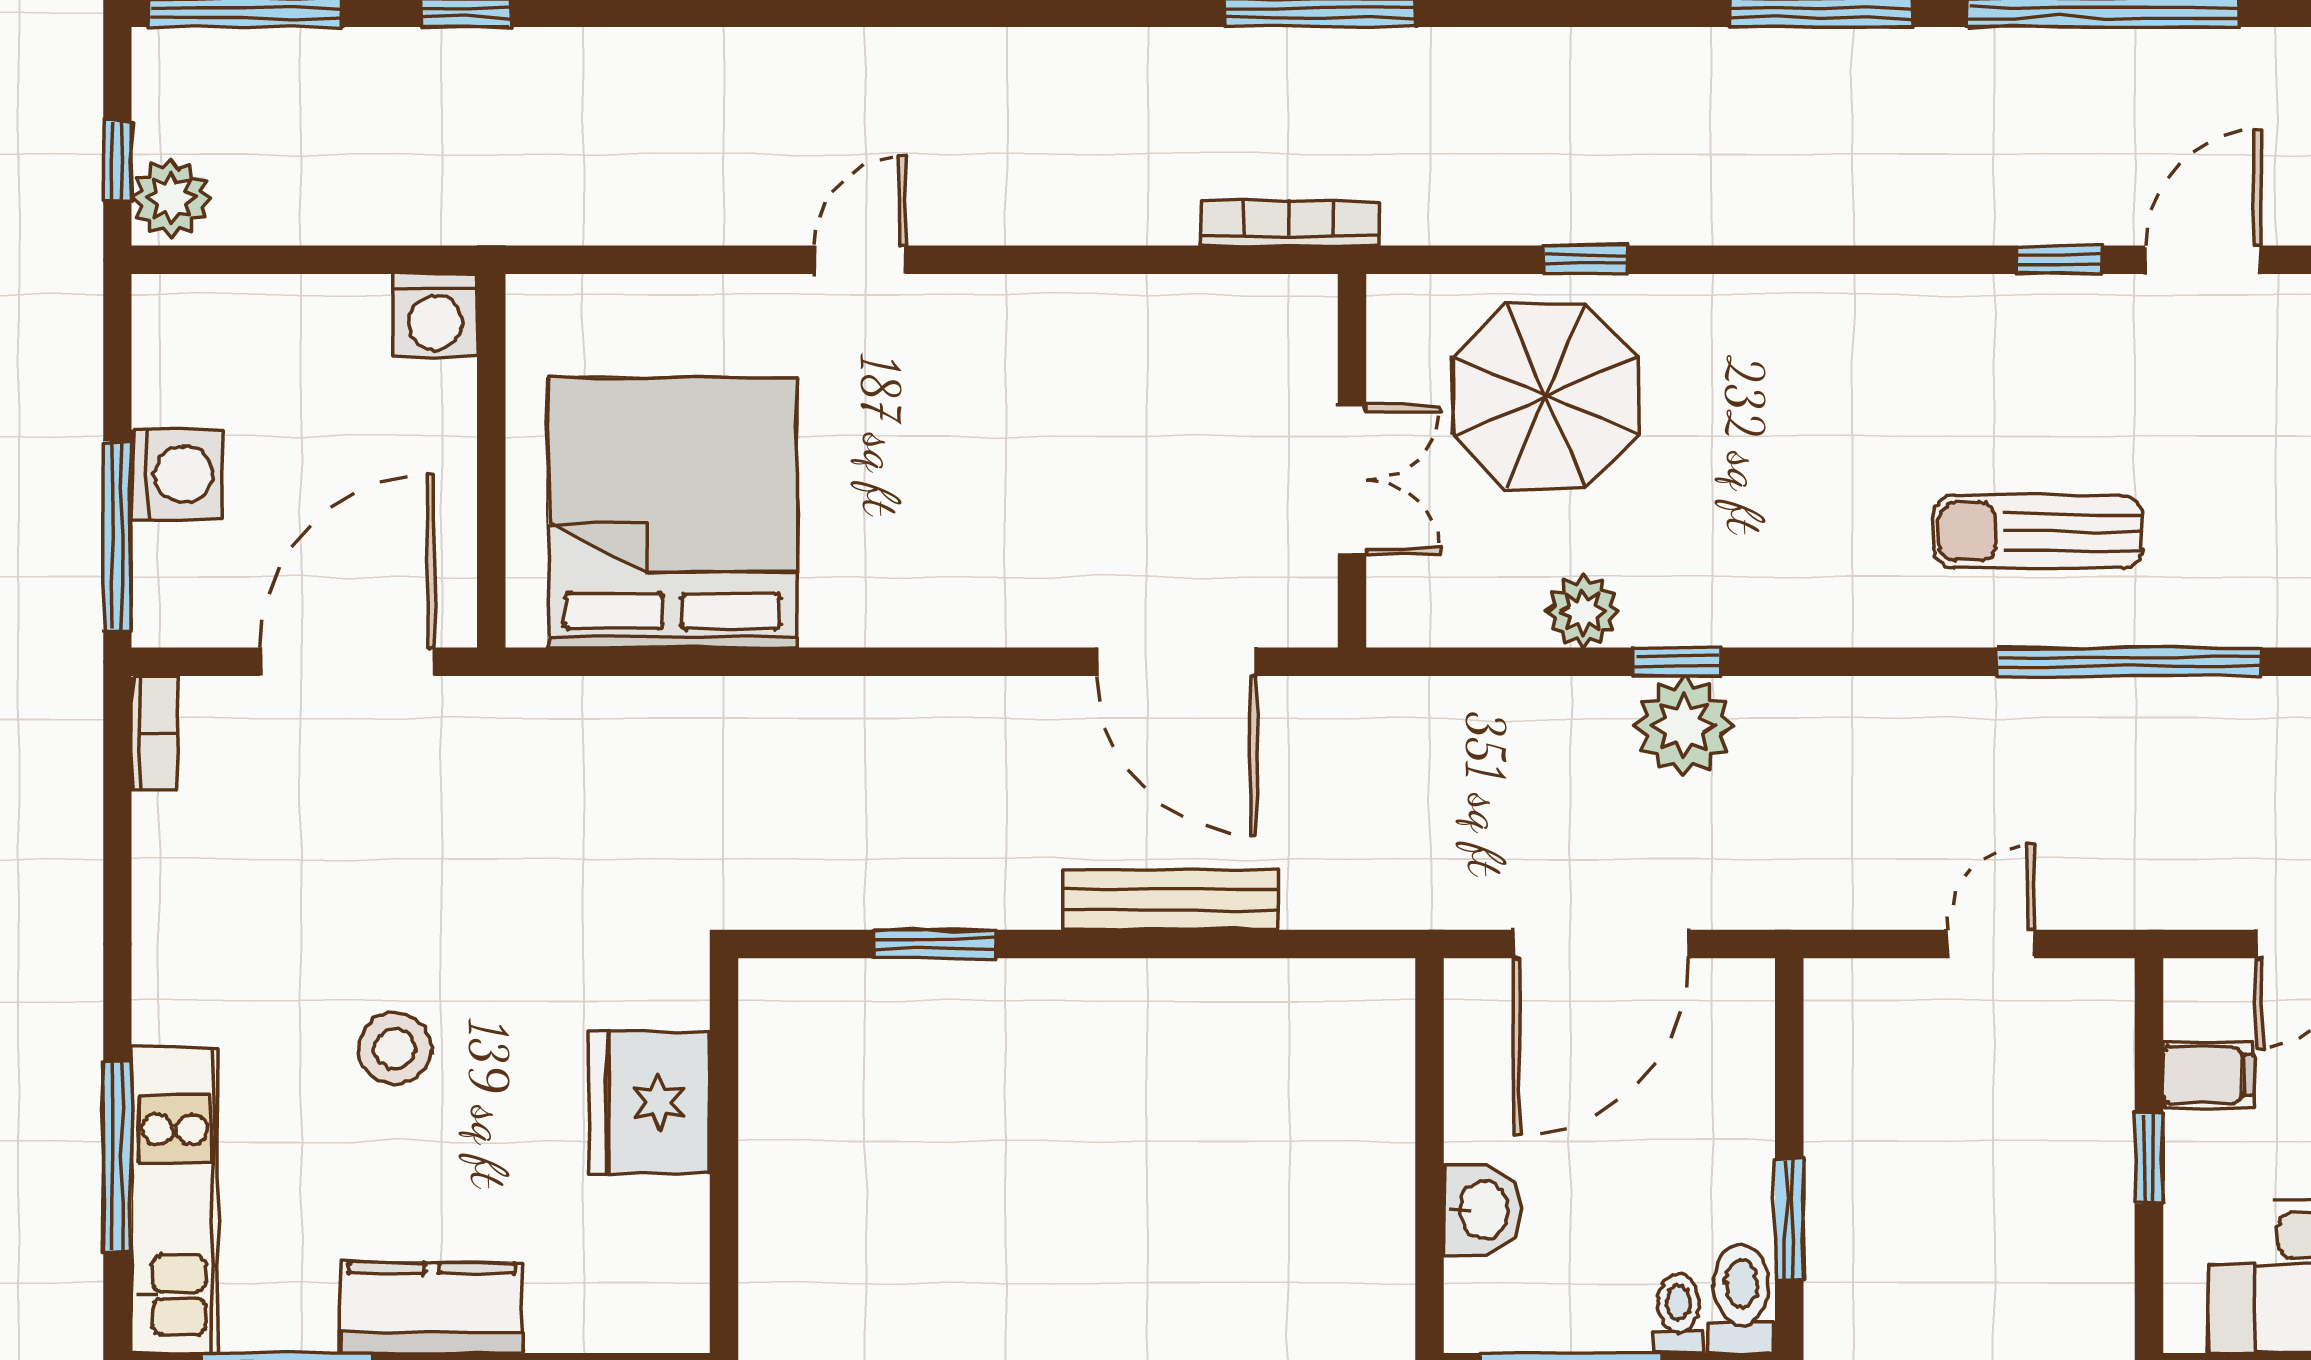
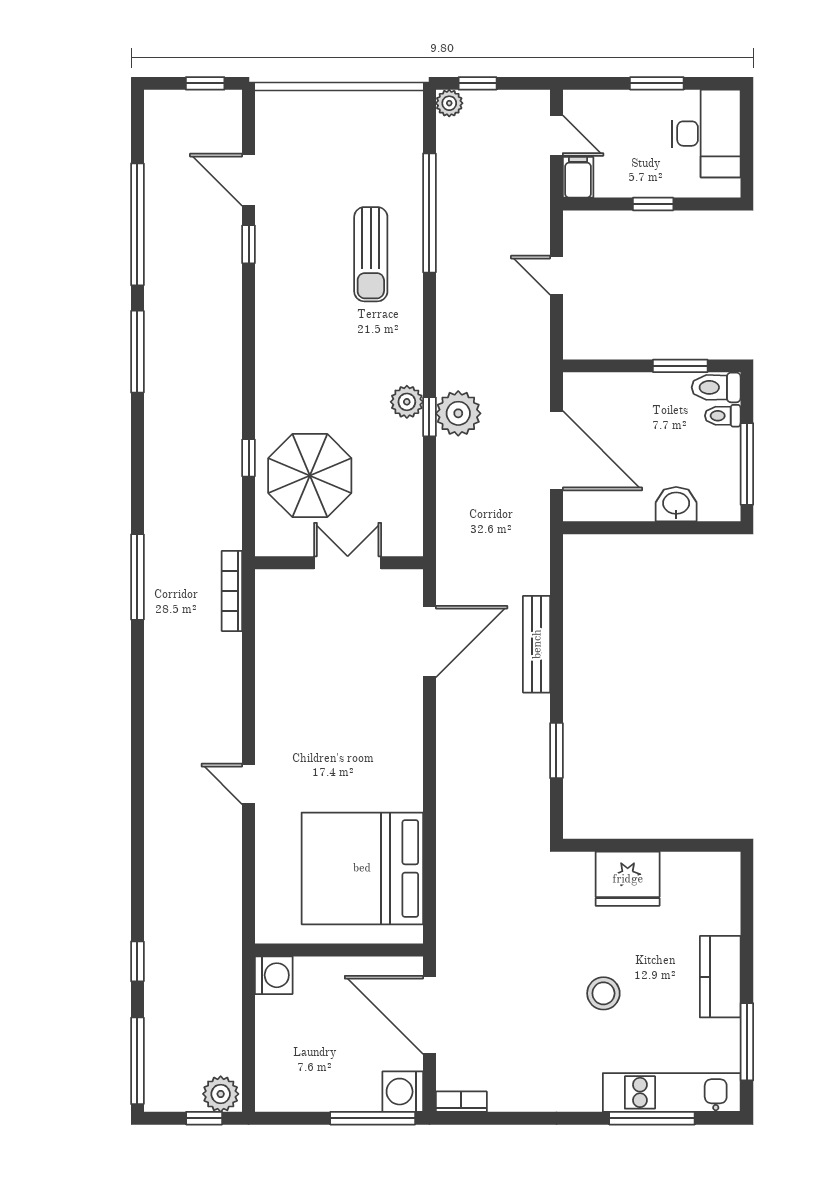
washing machine: (177, 474) -> (403, 1092), moved, turned -90
plant: (1583, 612) -> (407, 402), moved
filing cabinet: (2208, 1075) -> (578, 177), moved

